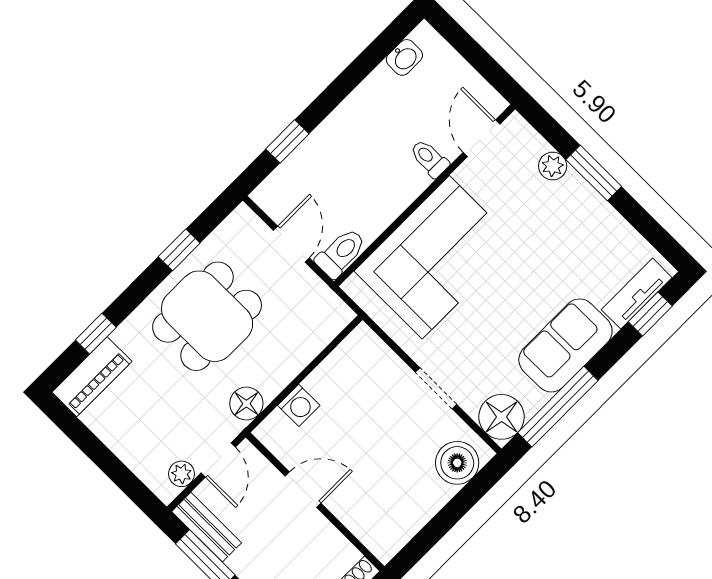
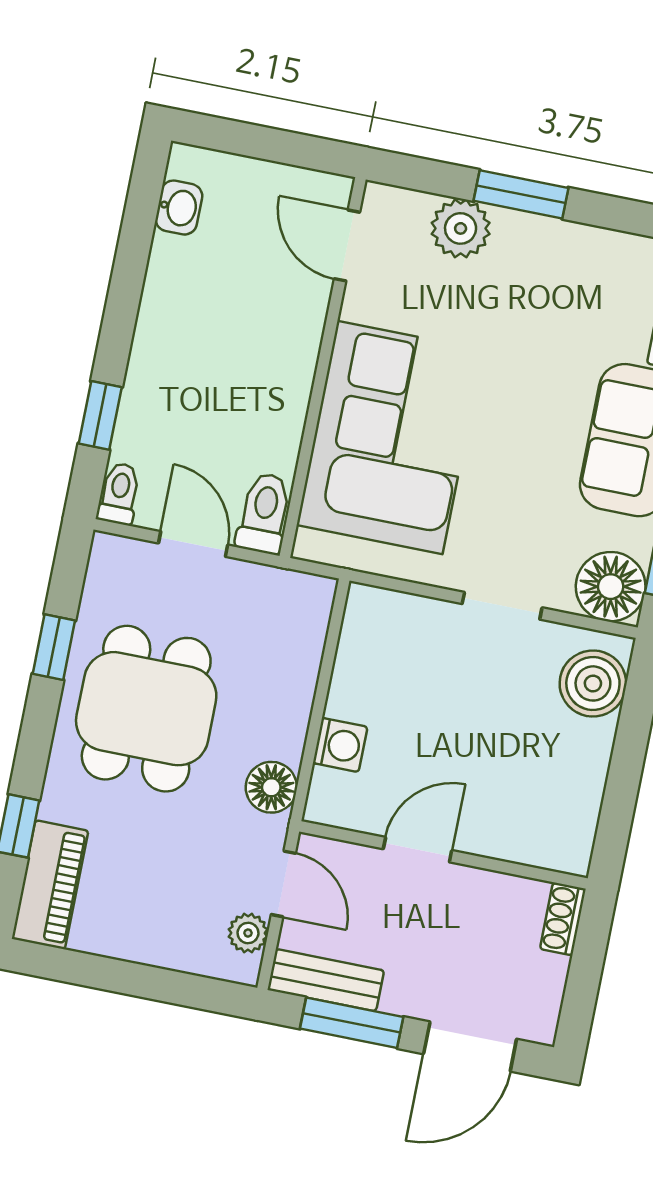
toilet: (429, 158) -> (119, 494), moved, turned 90
plant: (553, 166) -> (461, 228), width x1.38, depth x1.38

